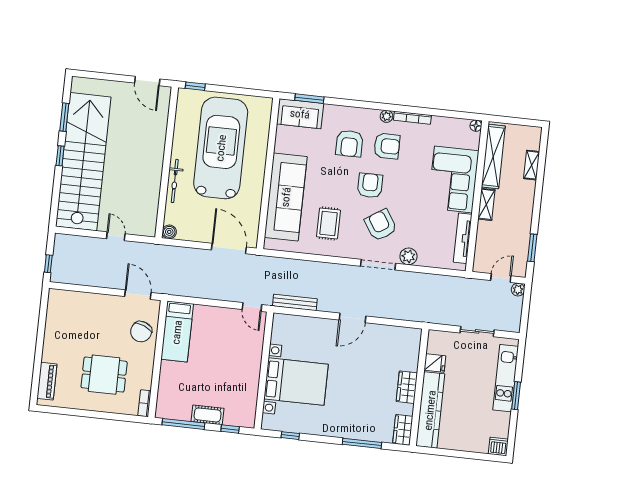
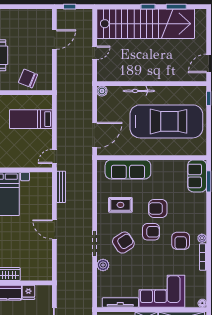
armchair: (349, 144) -> (158, 209), moved
sofa: (286, 197) -> (128, 169), width x0.74, depth x0.79
door: (138, 295) -> (54, 40), moved
bed: (177, 332) -> (31, 119), moved

